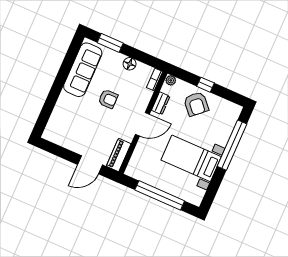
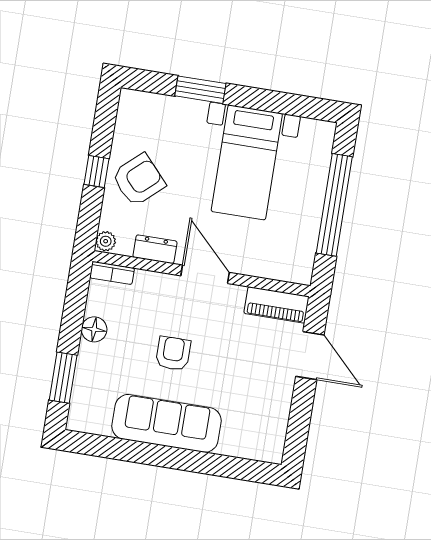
sofa: (83, 70) -> (167, 423), moved
window: (232, 145) -> (200, 90), width x0.47

